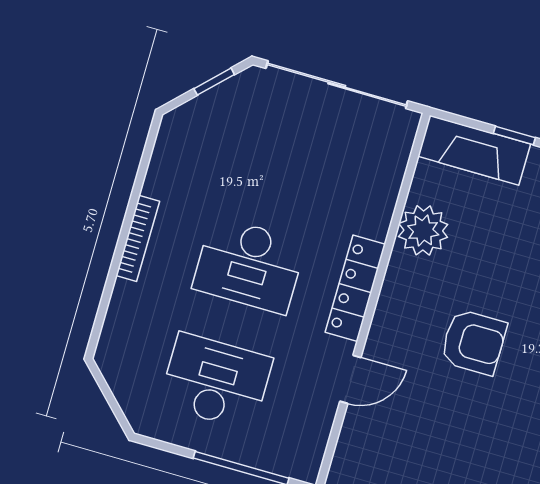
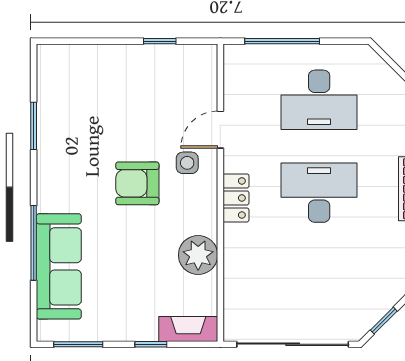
fireplace: (474, 150) -> (188, 329), width x0.73, depth x0.76
locker: (355, 288) -> (236, 198), width x0.66
side table: (404, 350) -> (187, 163), added

